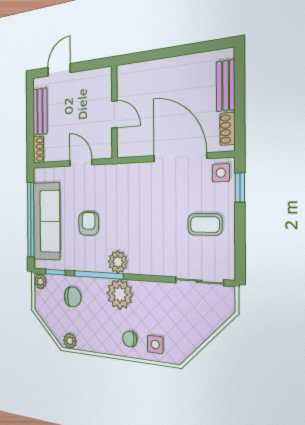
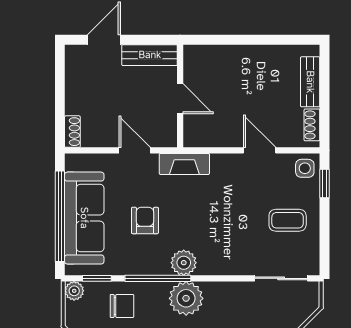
bench: (40, 112) -> (150, 55), moved, turned 90
door: (180, 157) -> (260, 150), width x0.53
fireplace: (118, 173) -> (184, 164), added

